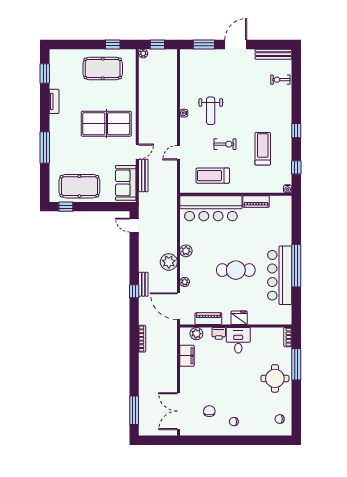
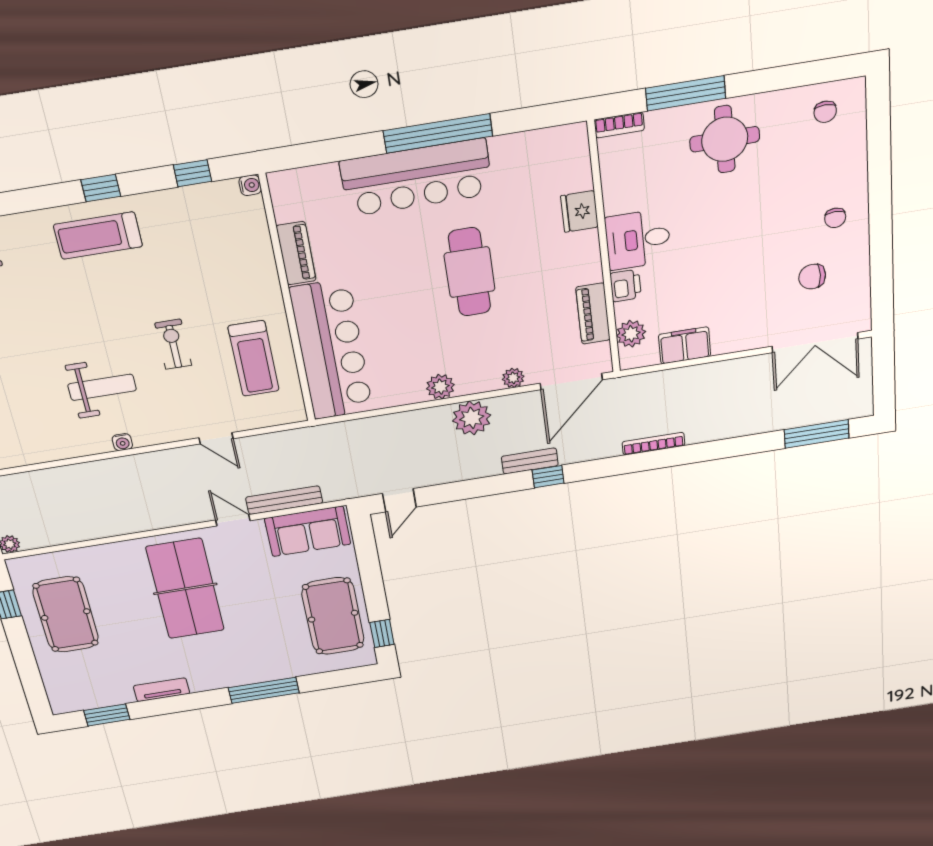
treadmill: (263, 149) -> (98, 236), moved
bar counter: (280, 275) -> (416, 178), moved
fridge: (239, 318) -> (579, 211), moved

